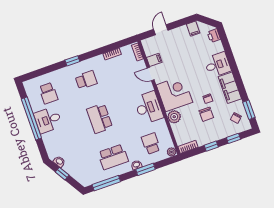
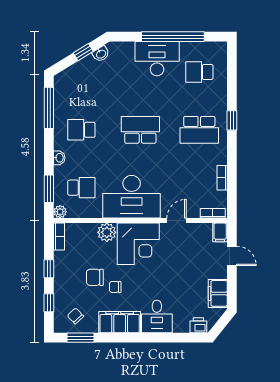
filing cabinet: (193, 29) -> (218, 293), width x2.00
filing cabinet: (154, 60) -> (220, 232), moved
school desk: (86, 80) -> (199, 130), width x1.85
desk: (149, 108) -> (132, 197), width x1.36, depth x1.30
desk: (48, 120) -> (157, 59), width x1.37
school desk: (113, 157) -> (81, 130), width x0.54
window: (145, 169) -> (49, 189), moved

